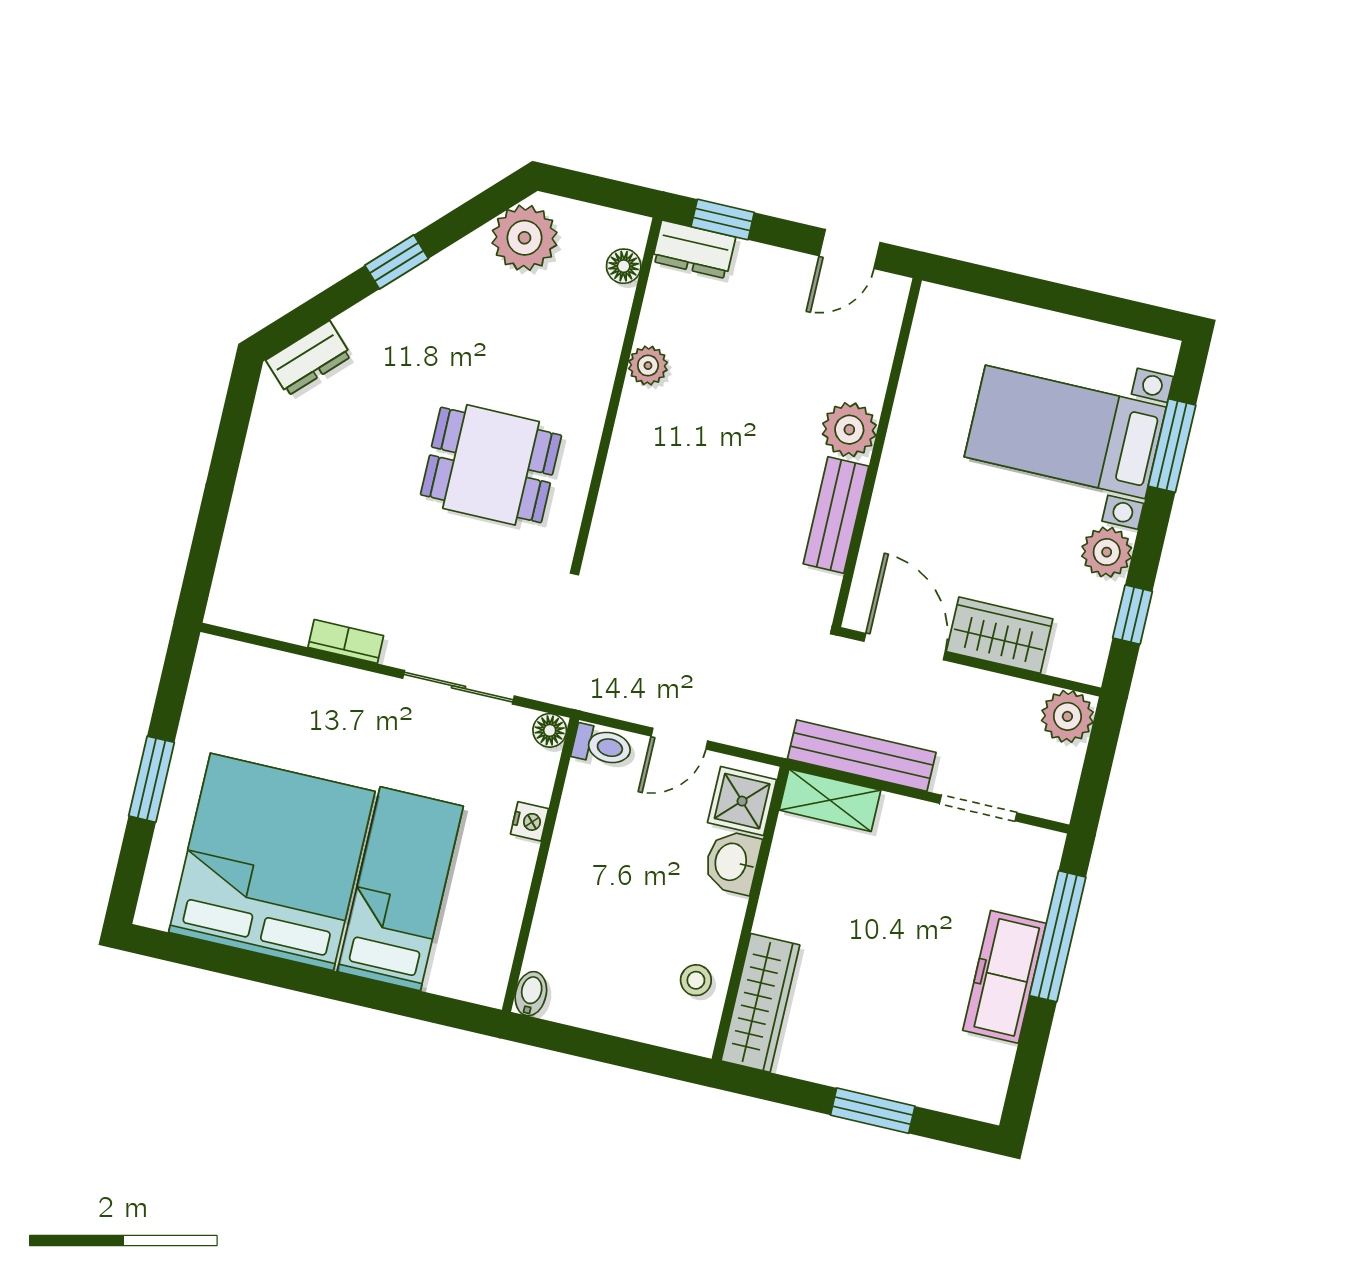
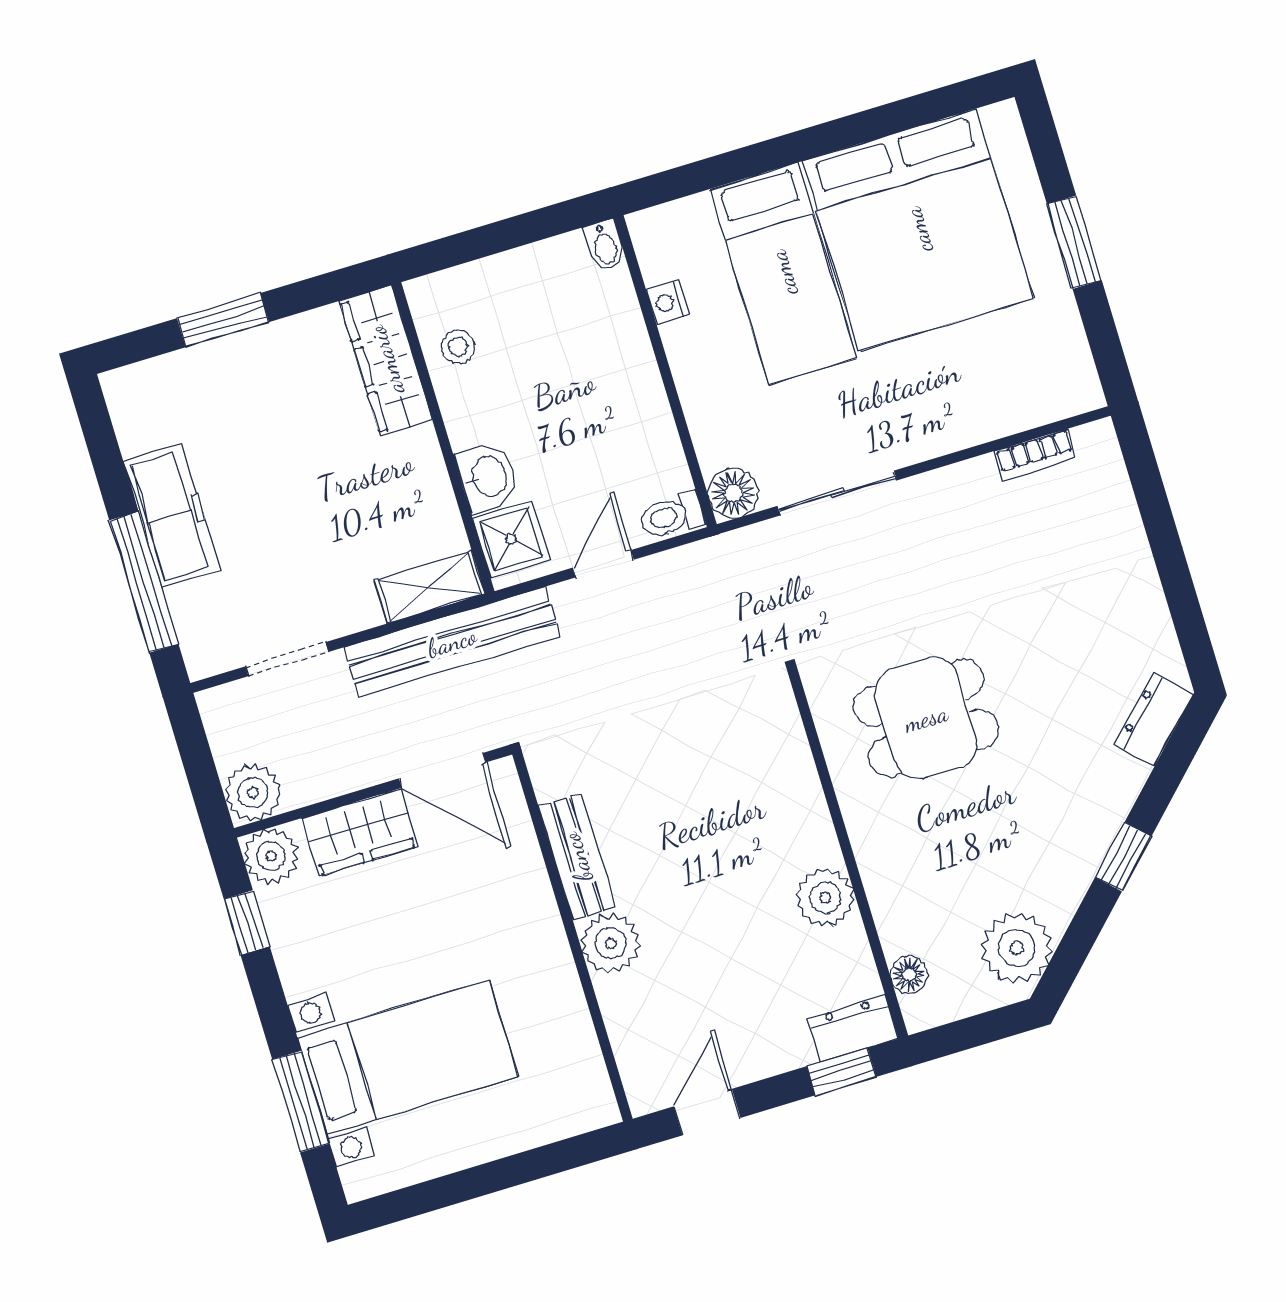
plant: (648, 366) -> (825, 897), width x1.38, depth x1.38
plant: (1107, 552) -> (271, 856), moved
bookcase: (346, 641) -> (1035, 455), moved
floor lamp: (550, 730) -> (733, 493), width x1.37, depth x1.37
bench: (862, 756) -> (452, 642), width x1.37, depth x1.21
nightstand: (530, 821) -> (667, 302), moved

